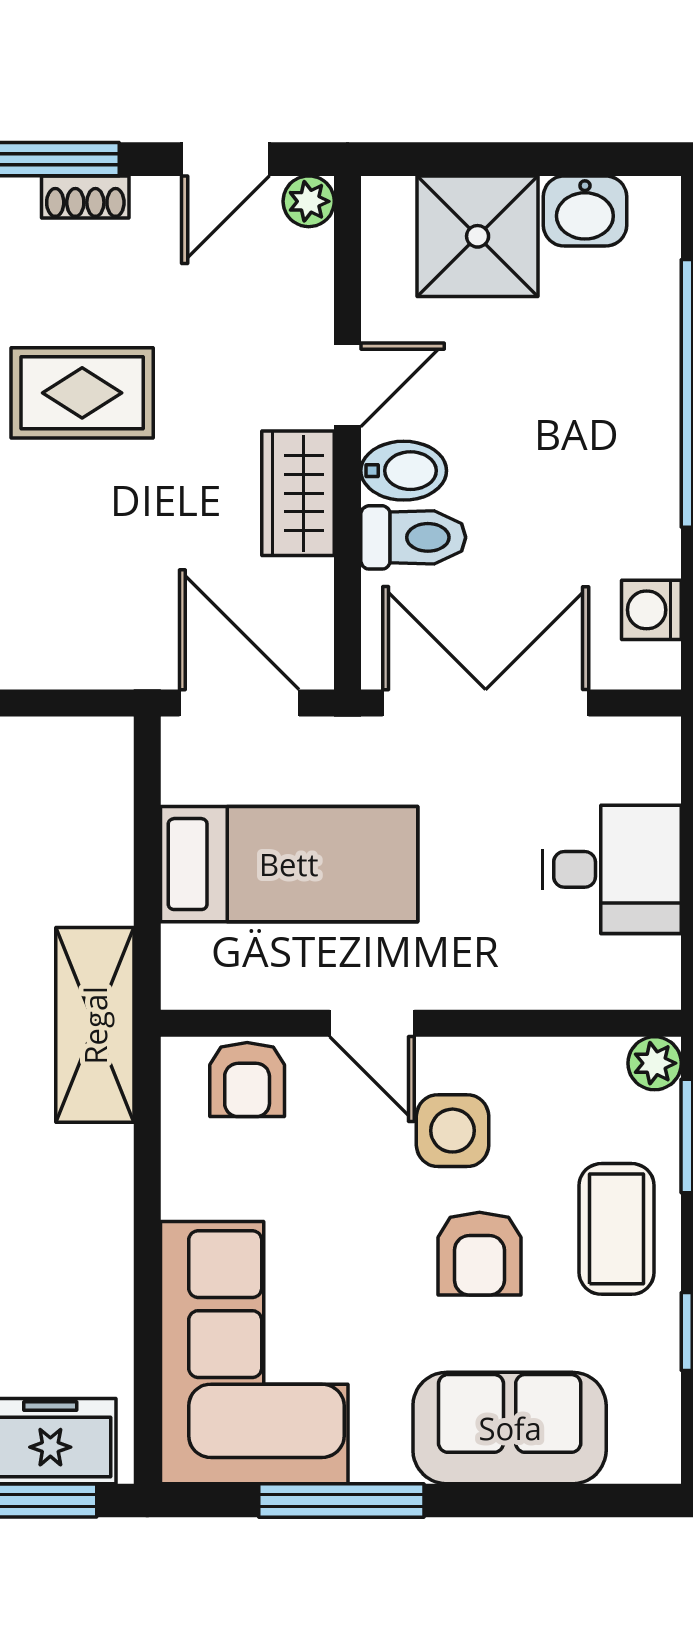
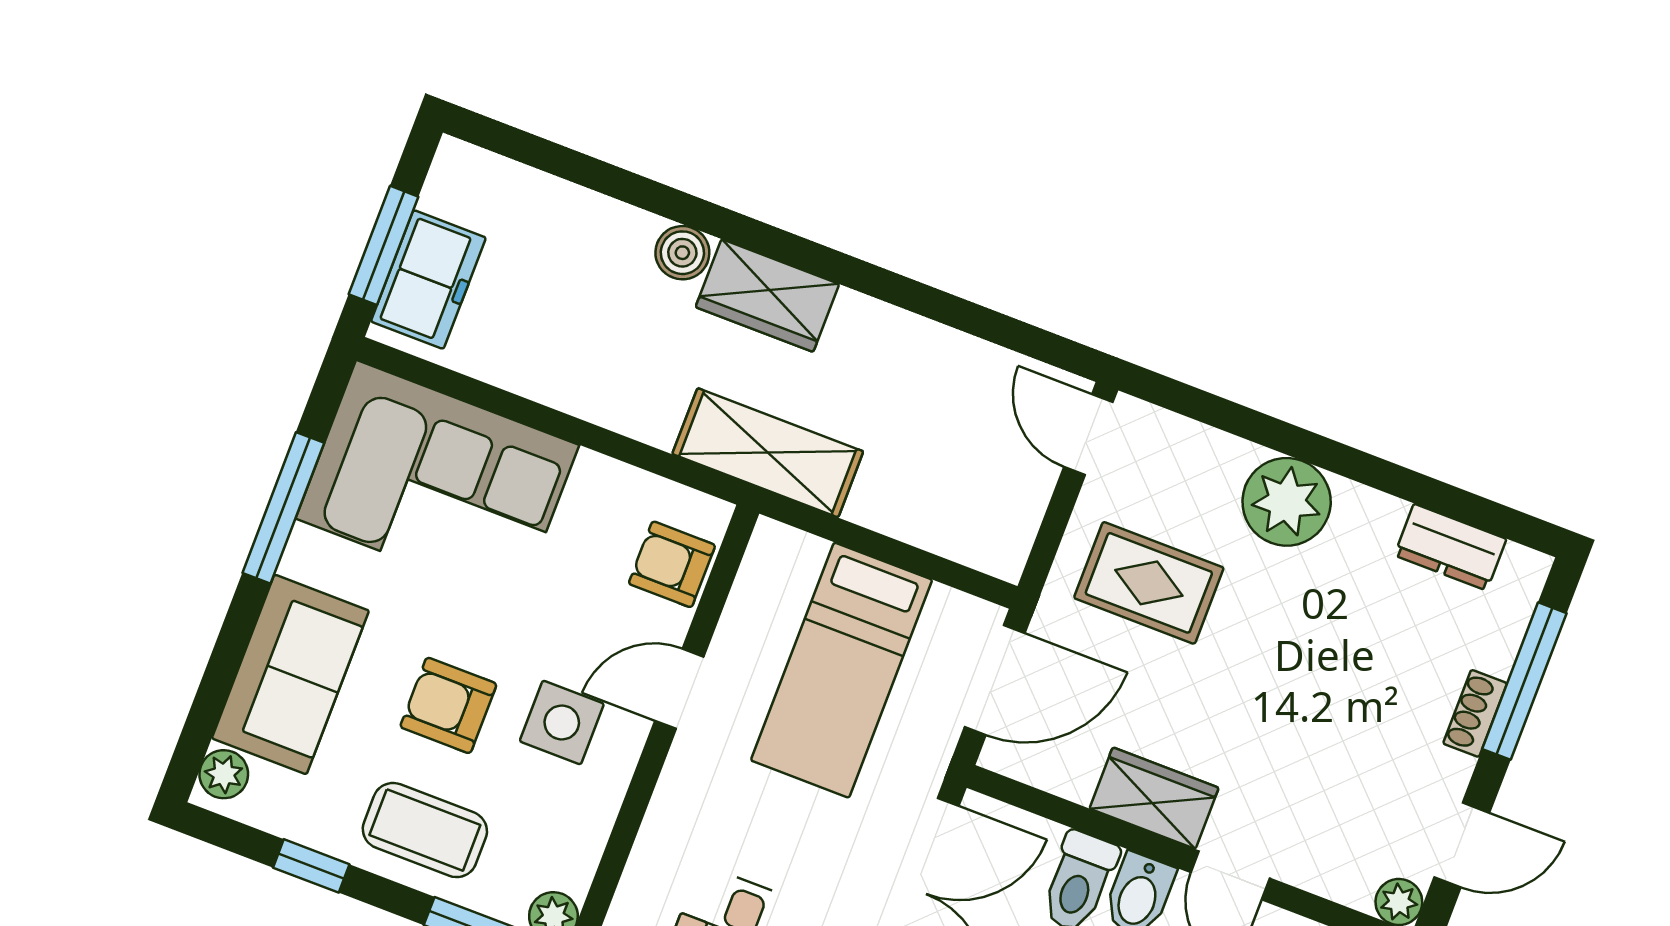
door: (225, 159) -> (1462, 845), swing flipped
rug: (82, 393) -> (1149, 583), moved, turned 90
plant: (638, 1457) -> (224, 774), added

